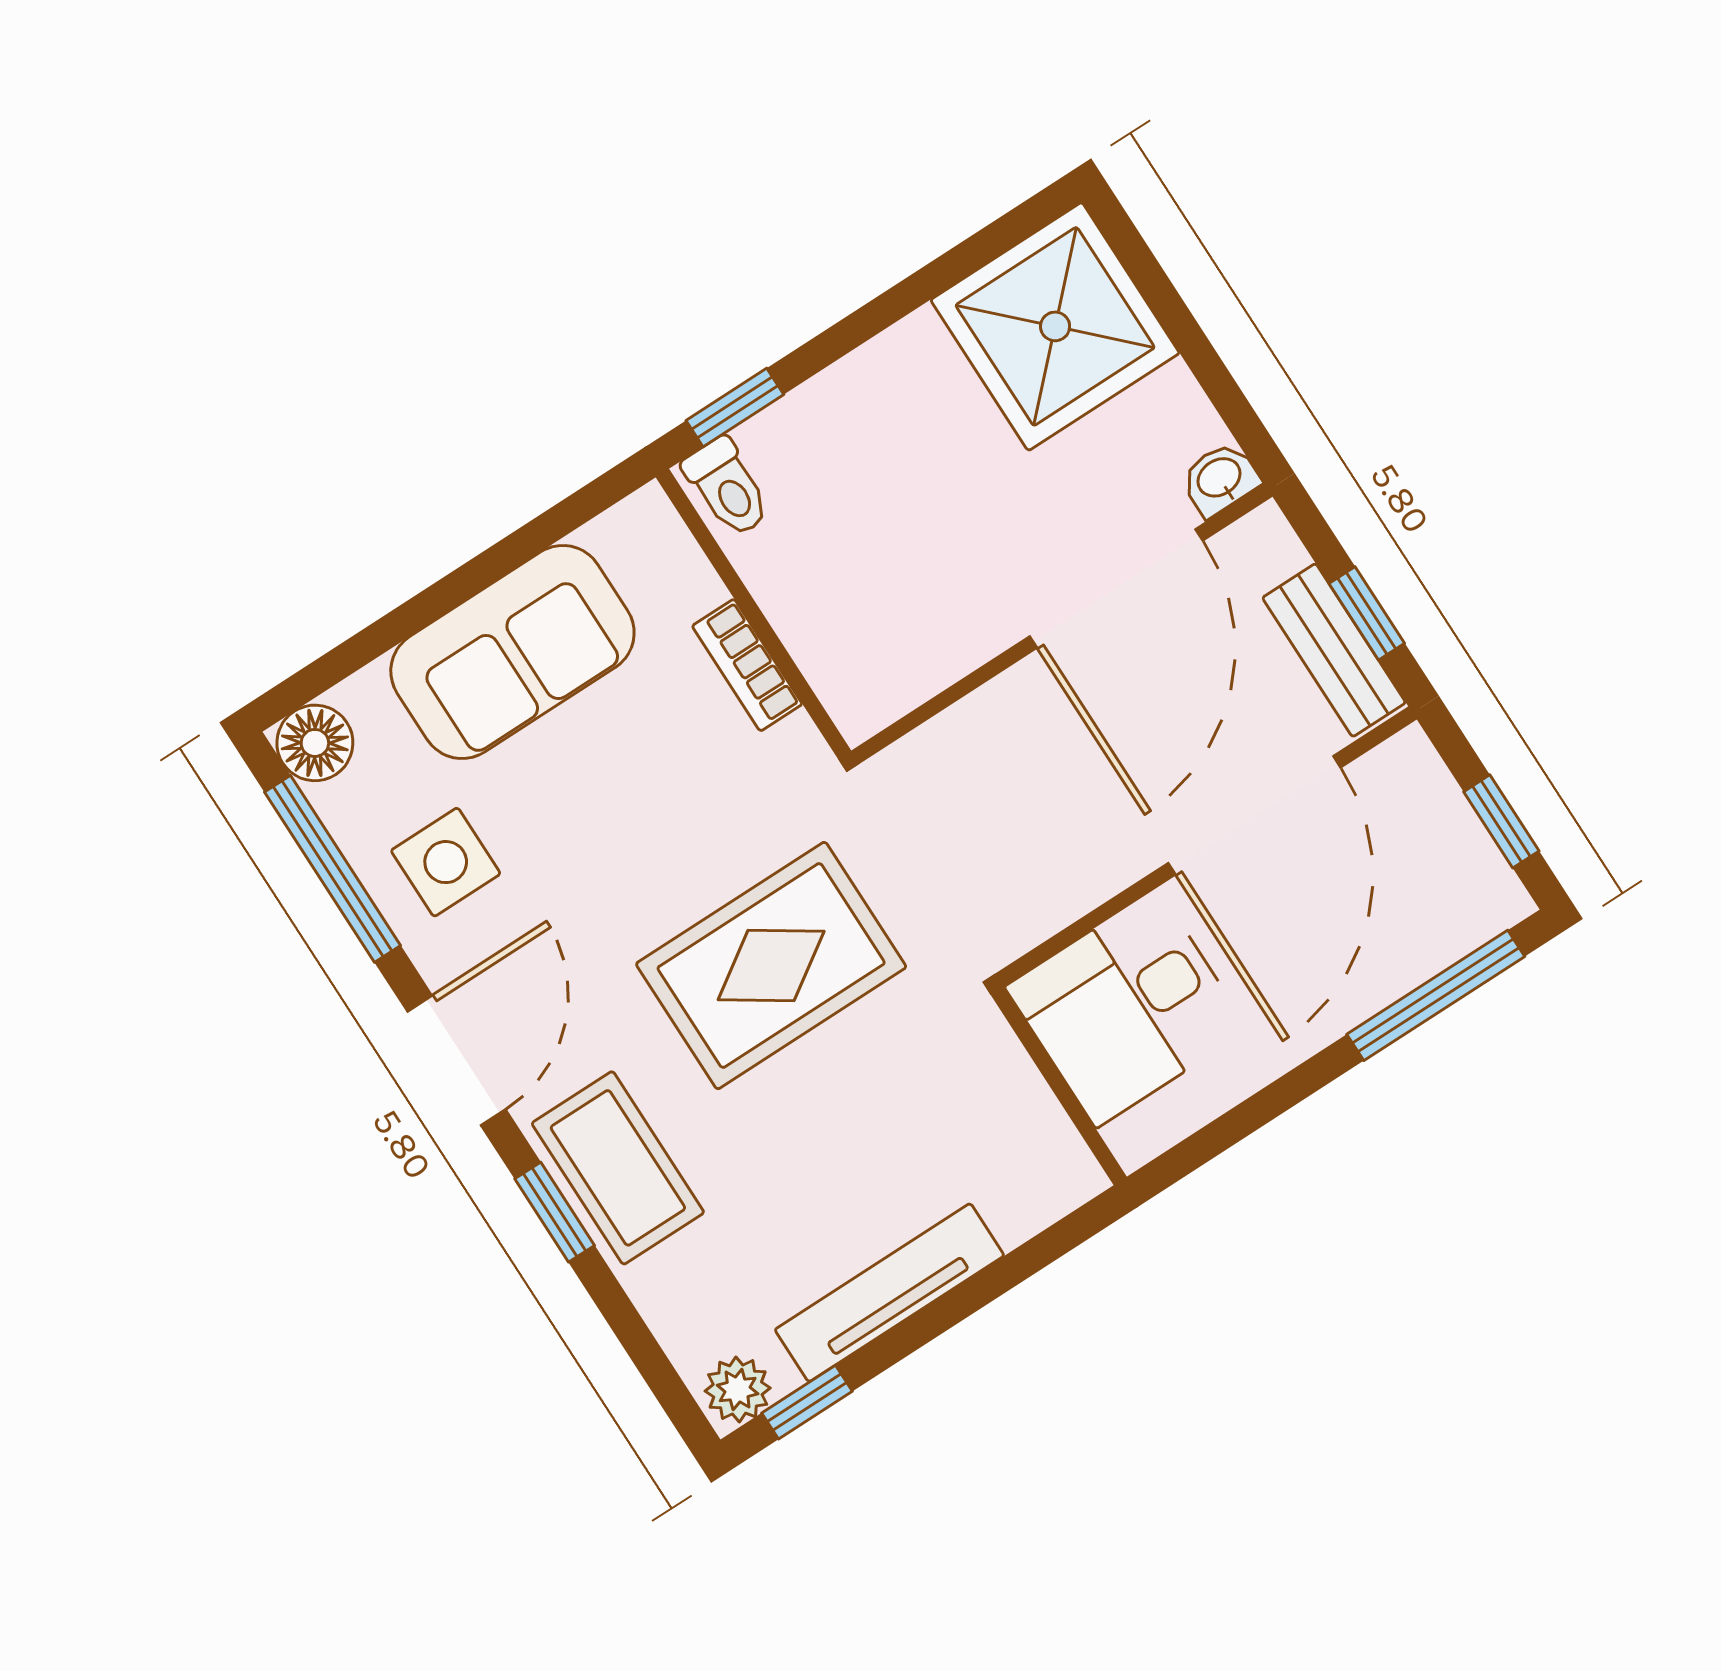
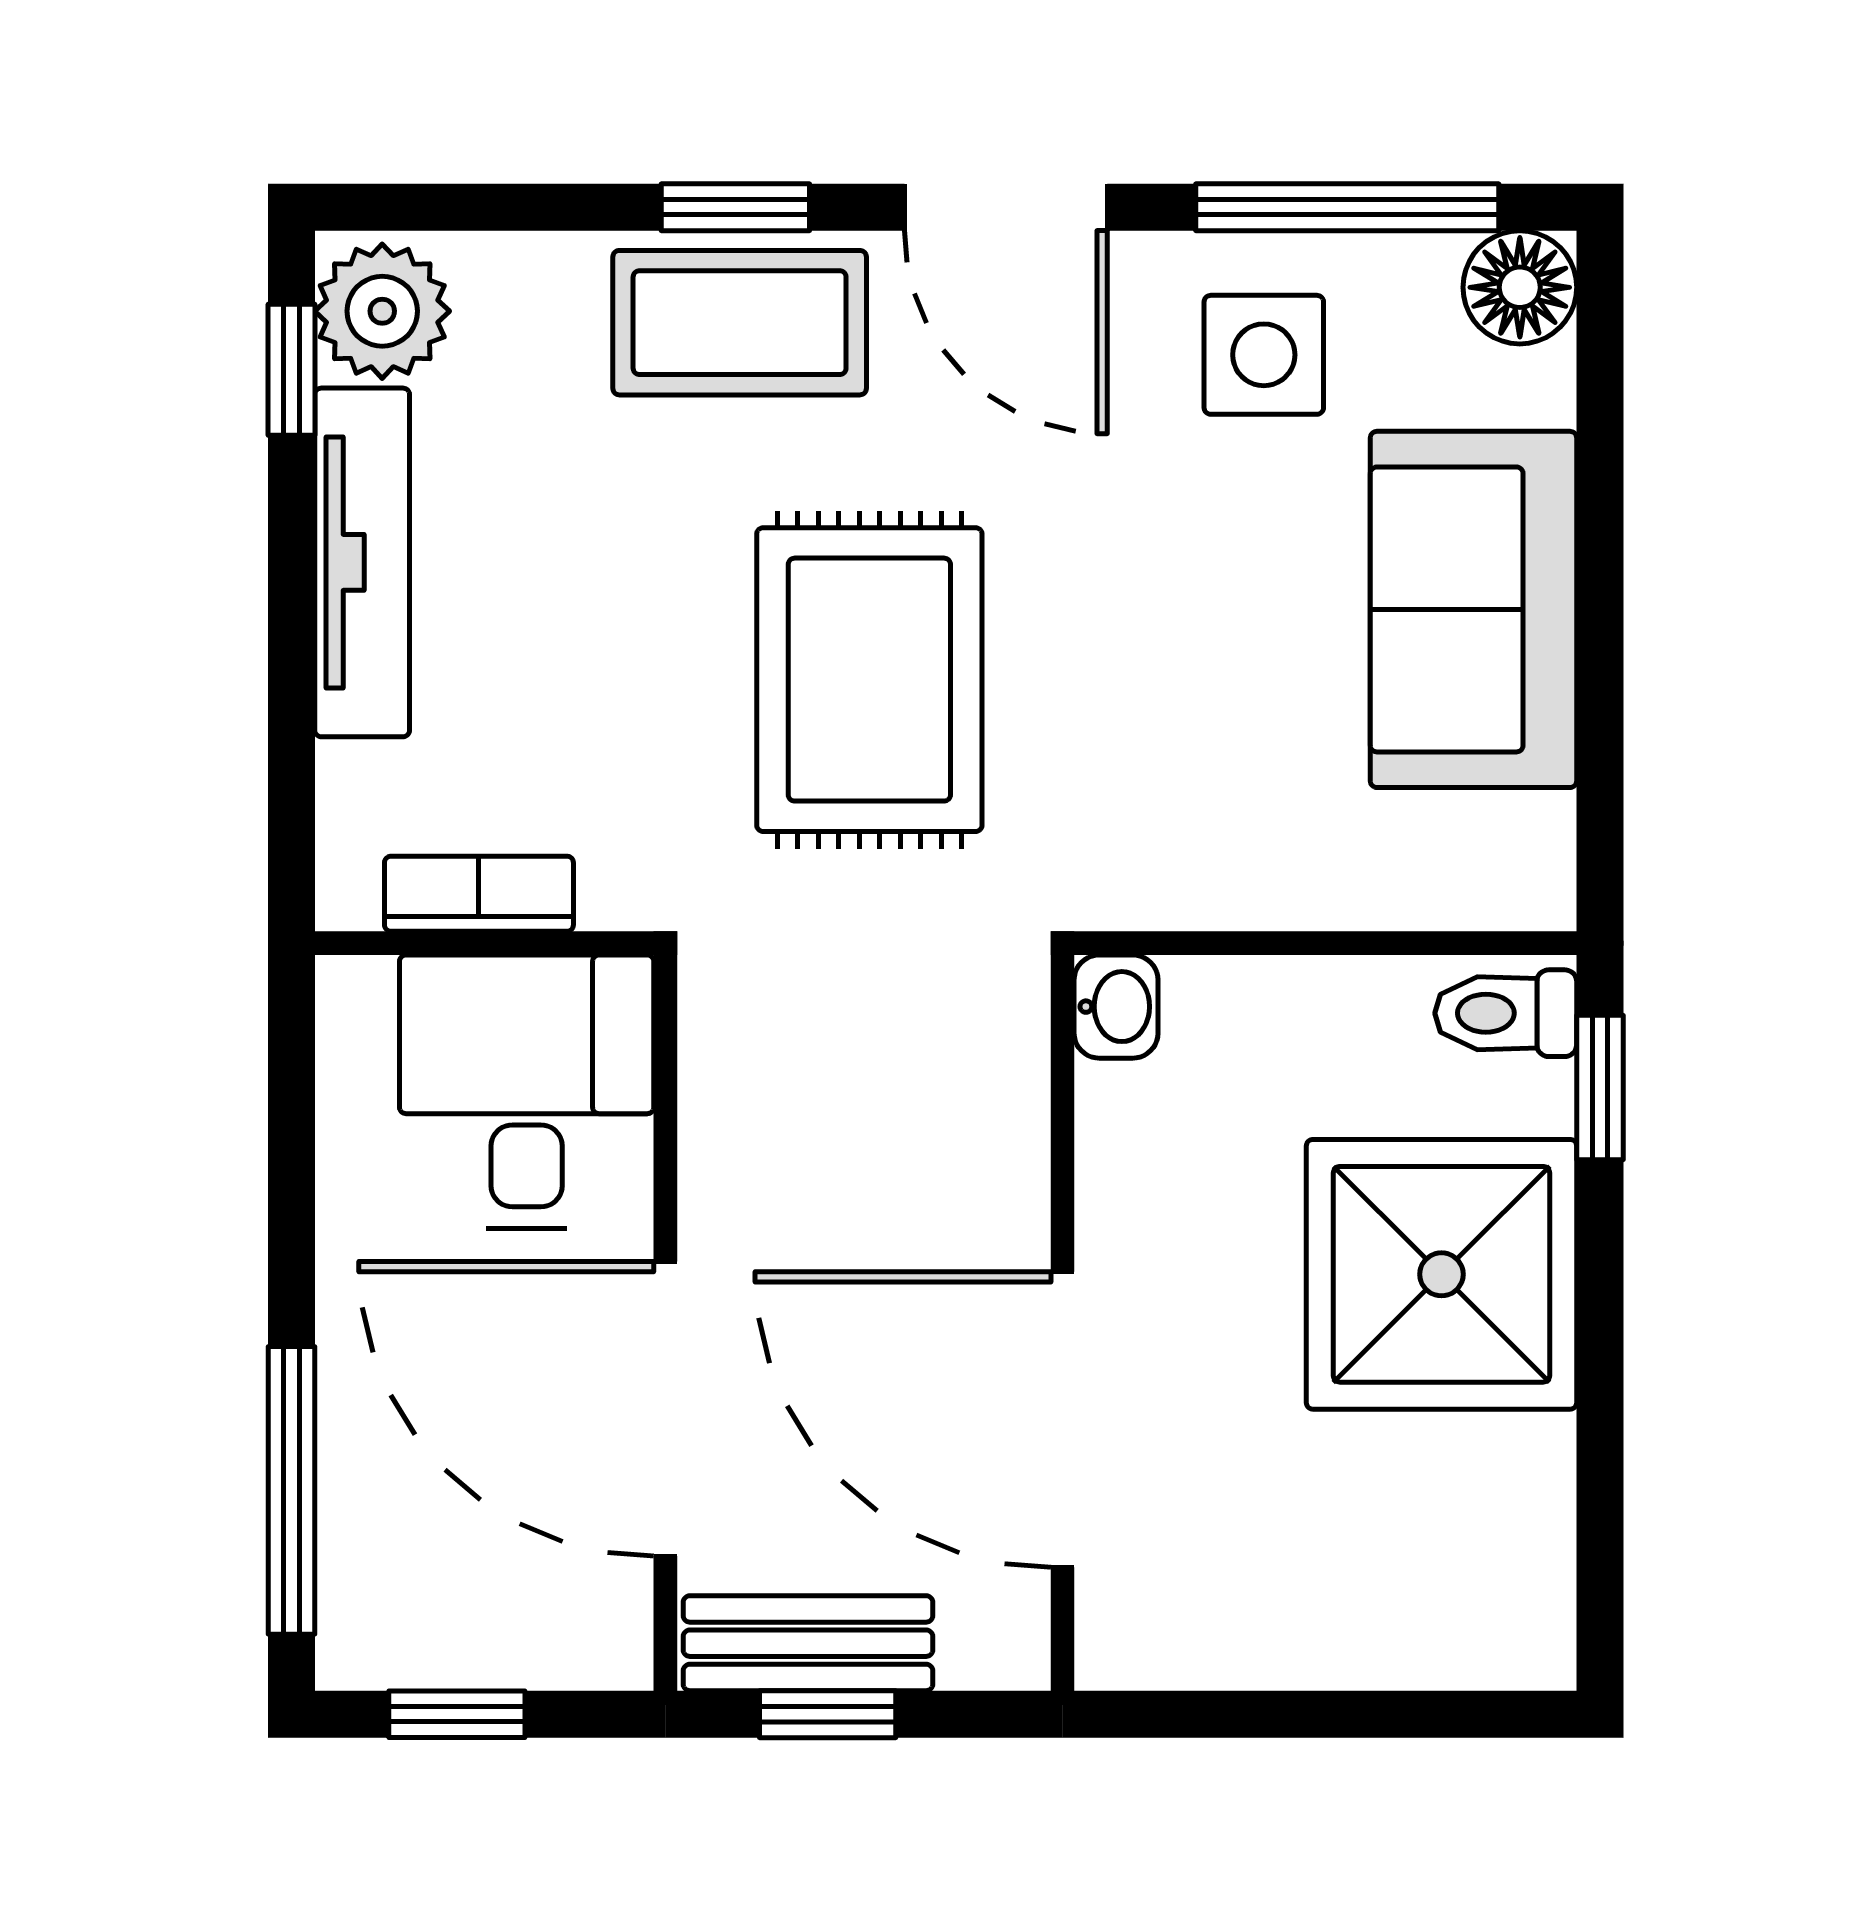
shower: (1055, 326) -> (1441, 1274), moved
washbasin: (1220, 479) -> (1116, 1007), moved
bookcase: (747, 665) -> (479, 894), moved
plant: (738, 1389) -> (382, 311), width x1.38, depth x1.38

